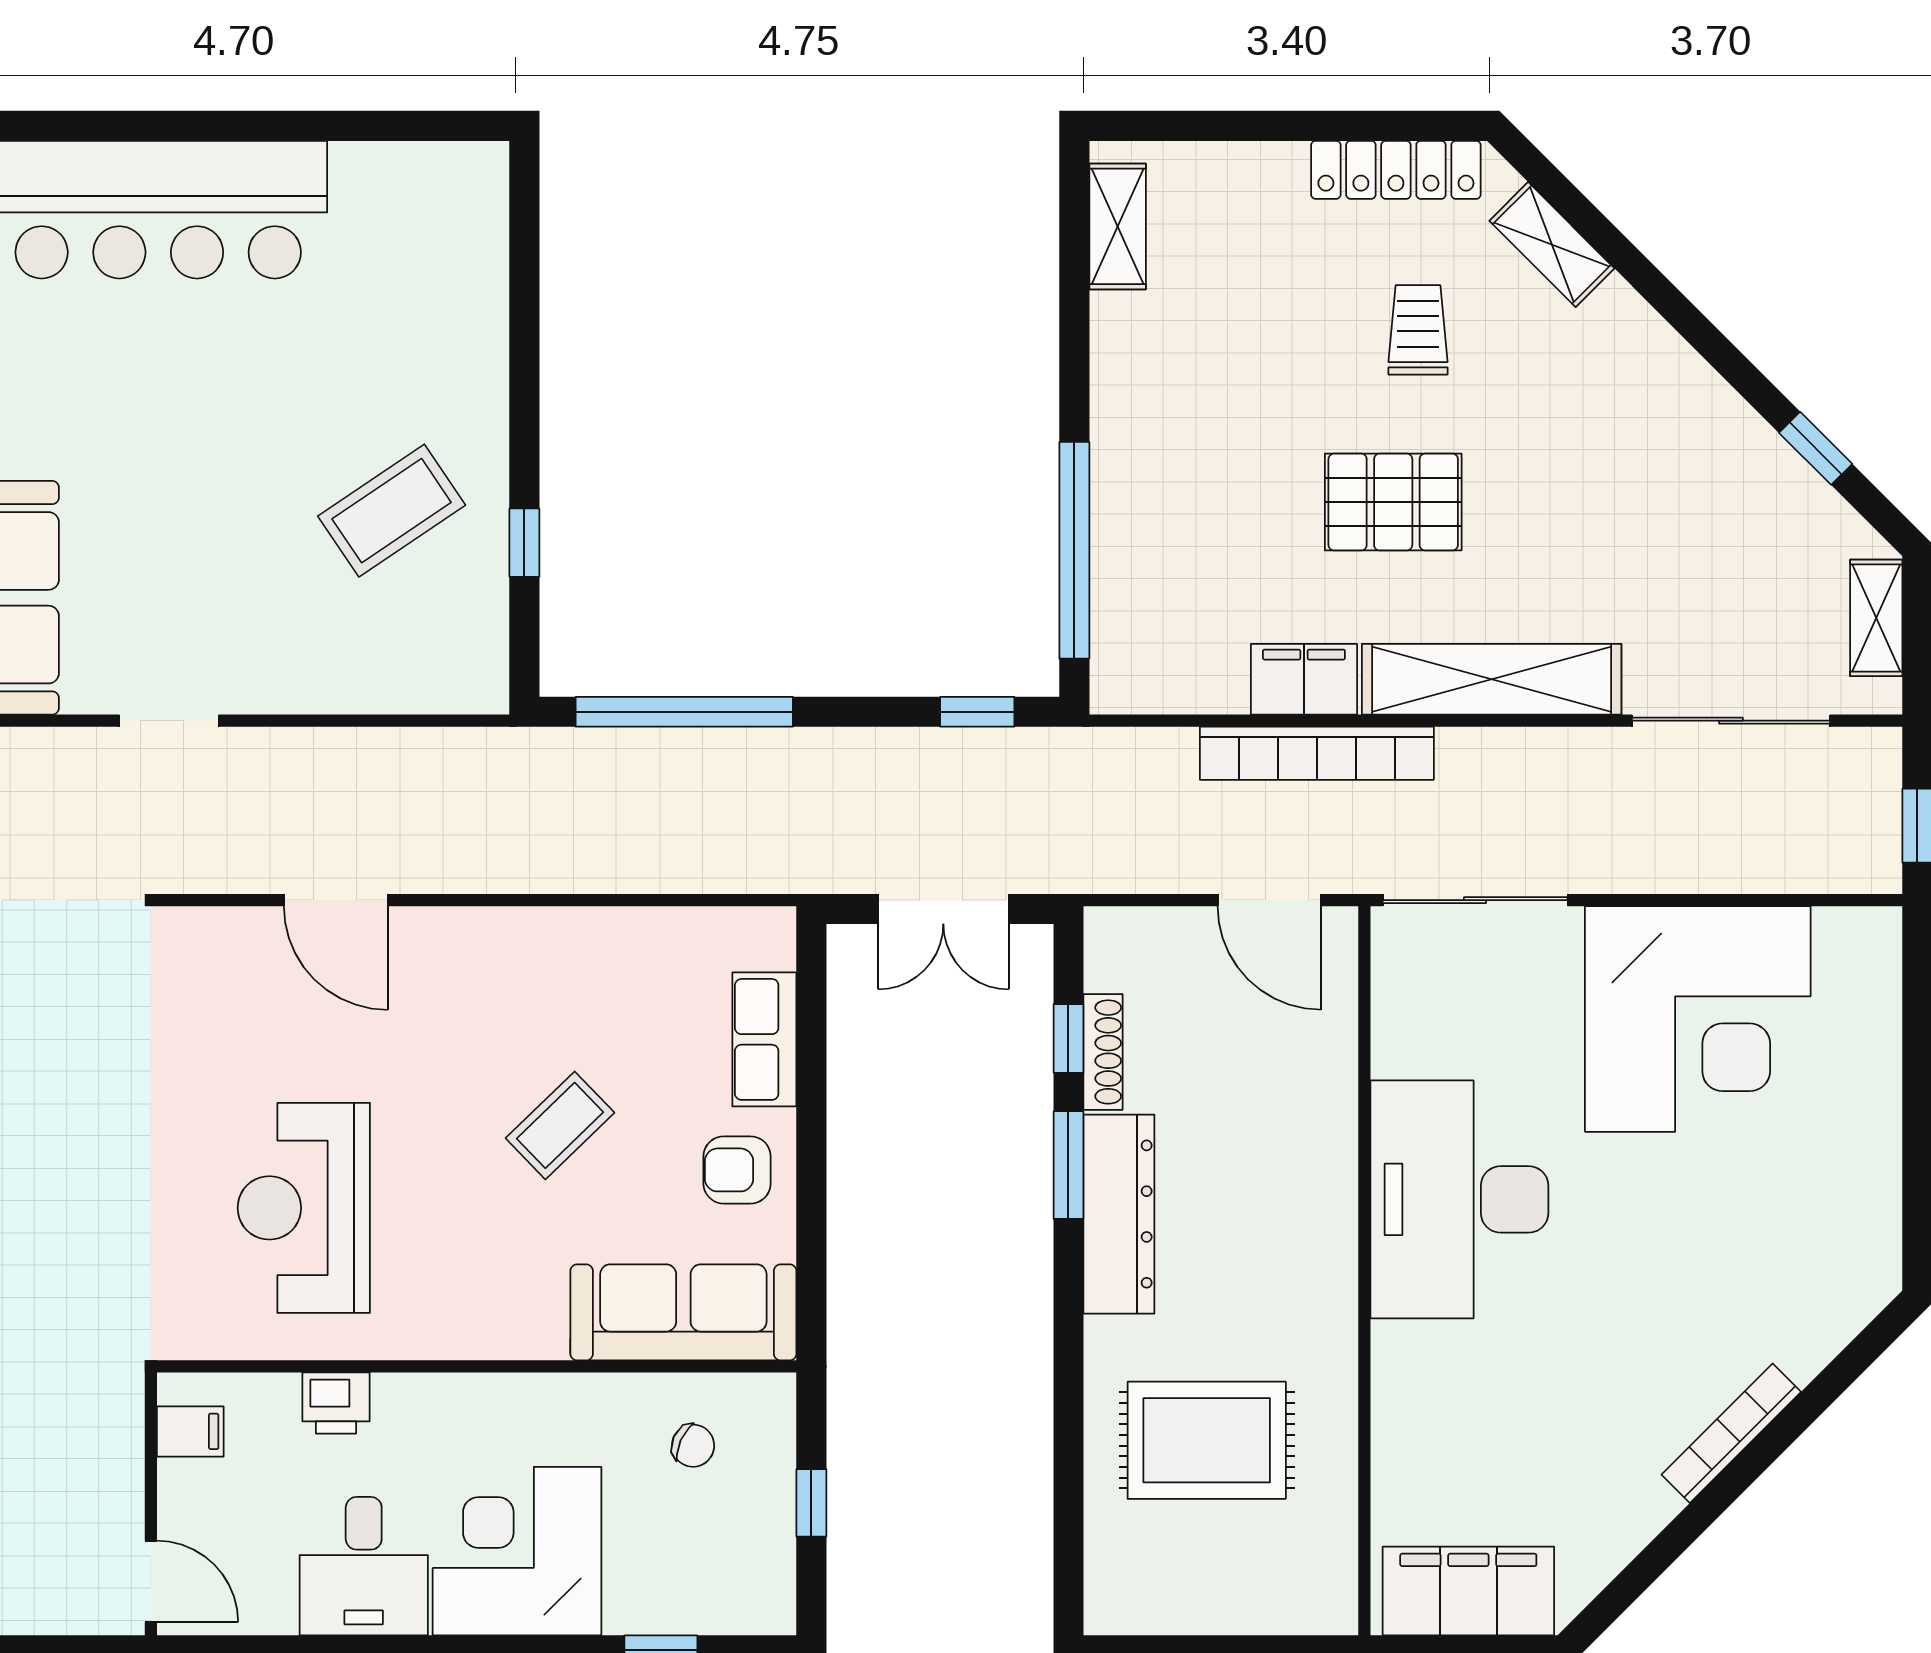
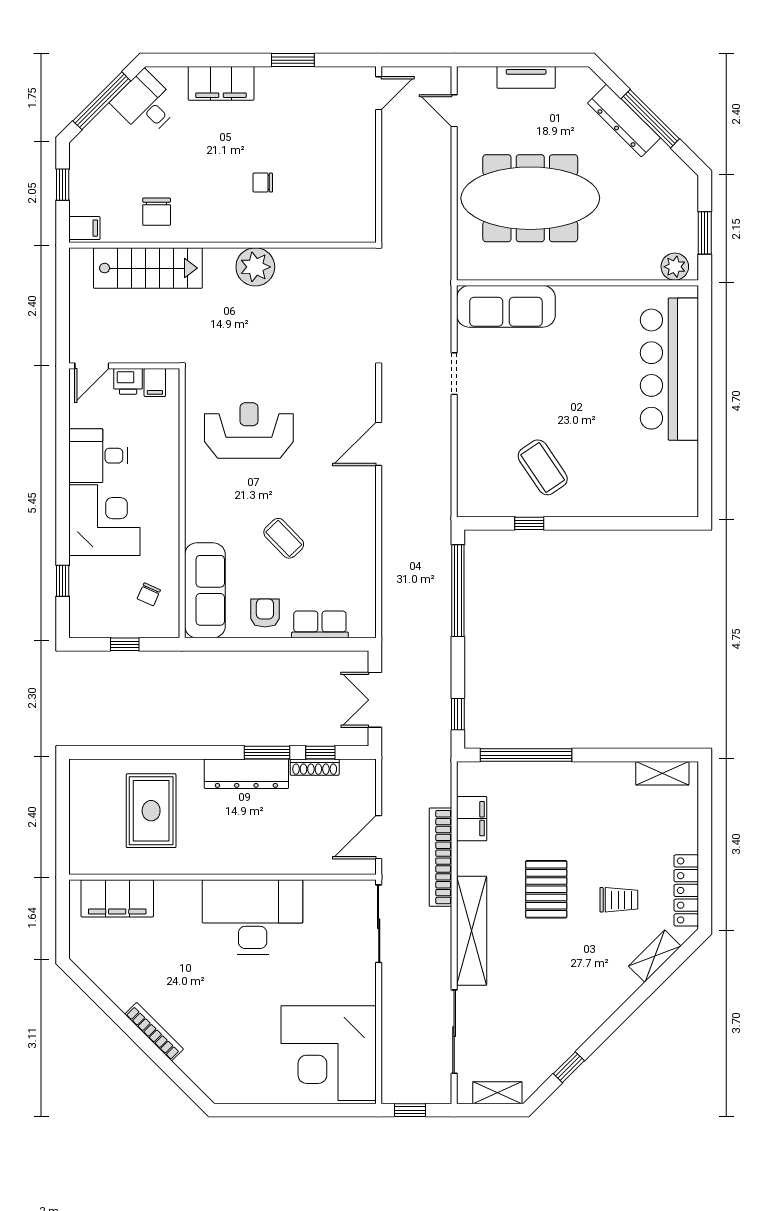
filing cabinet: (1304, 679) -> (472, 819), moved
corner desk: (1698, 1019) -> (329, 1053), moved
printer: (336, 1403) -> (128, 381), moved, turned -90
filing cabinet: (1468, 1591) -> (117, 898), moved, turned 90

